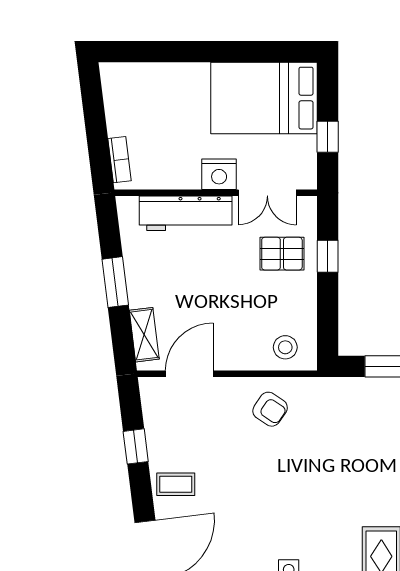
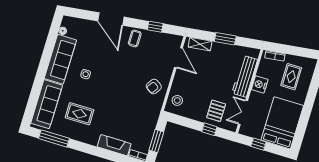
rug: (155, 109) -> (291, 77), added
nightstand: (219, 174) -> (260, 84), moved

